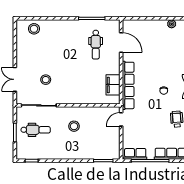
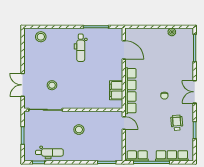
dental chair: (96, 45) -> (81, 48), moved
door: (121, 119) -> (124, 123), swing flipped
dental chair: (36, 130) -> (49, 152), moved

